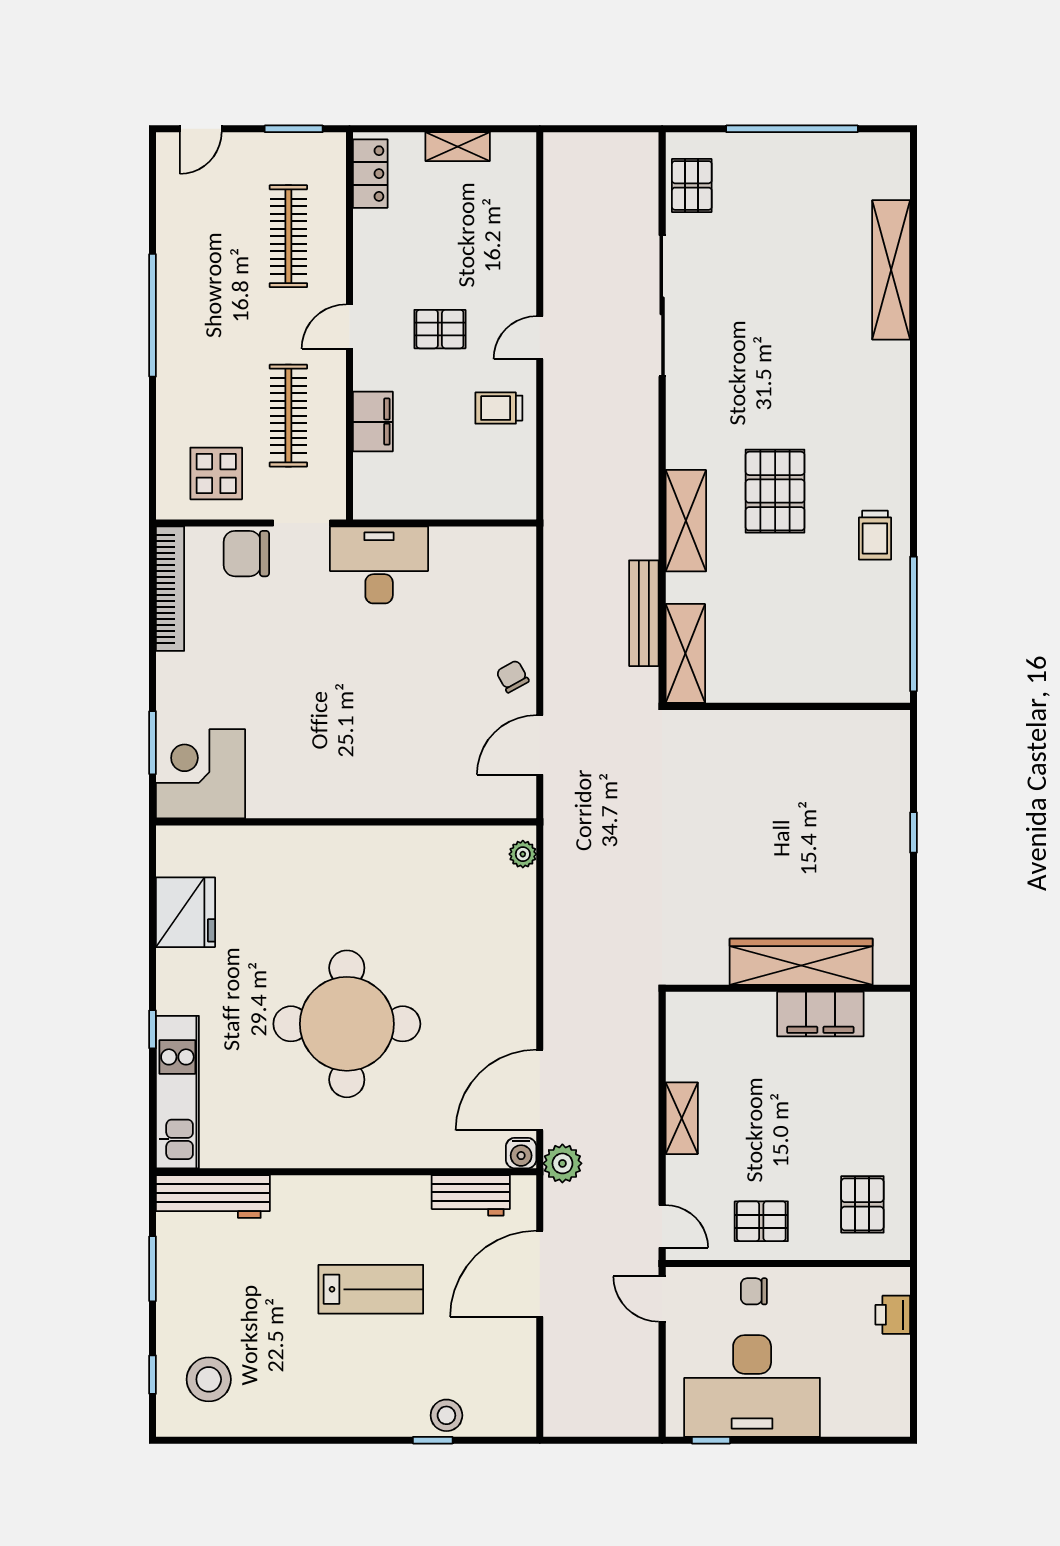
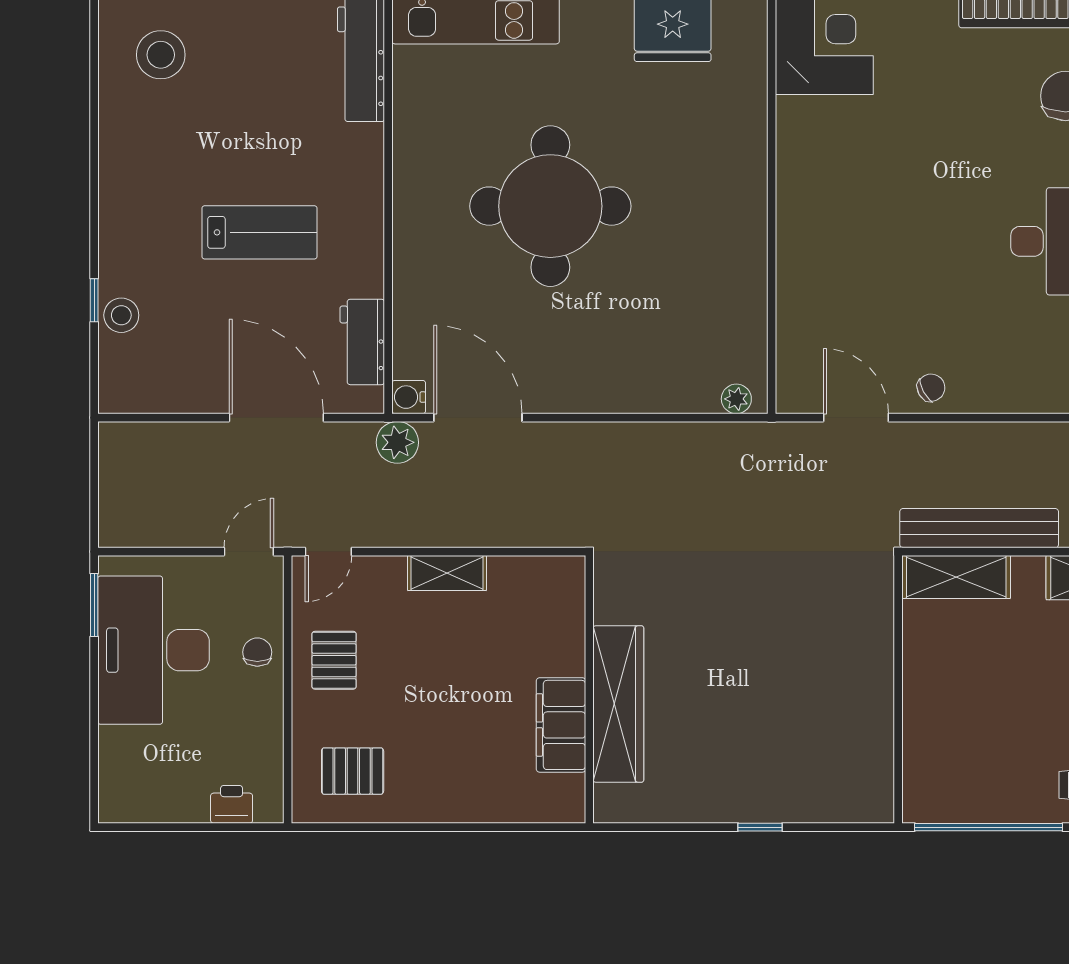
bench: (644, 613) -> (979, 528), width x1.37, depth x1.21
lab bench: (371, 1289) -> (259, 232), turned -90
window: (711, 1440) -> (94, 605), width x1.50

